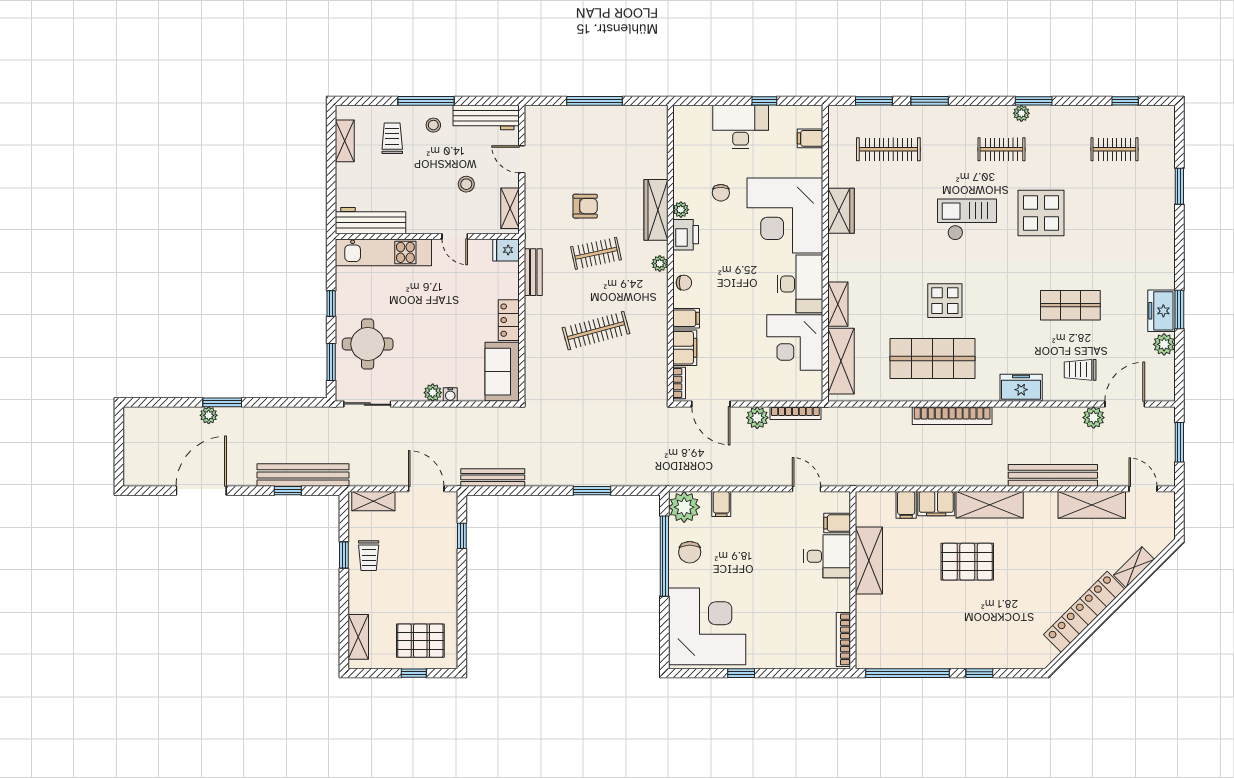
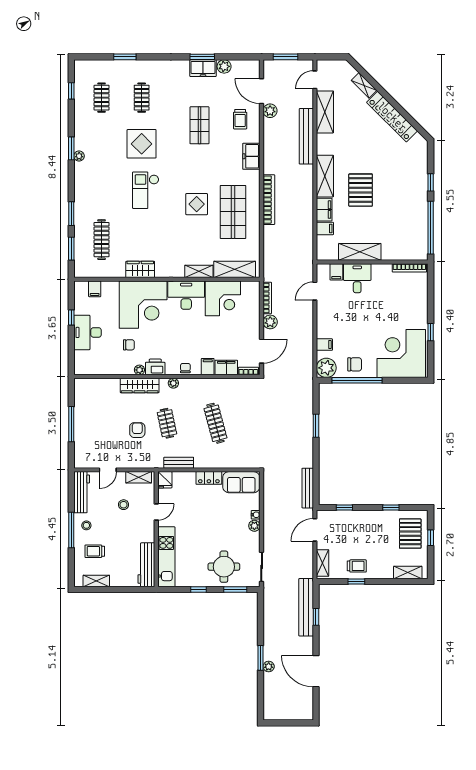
clothes rail: (1001, 149) -> (142, 98), moved
window: (462, 610) -> (391, 507), added

